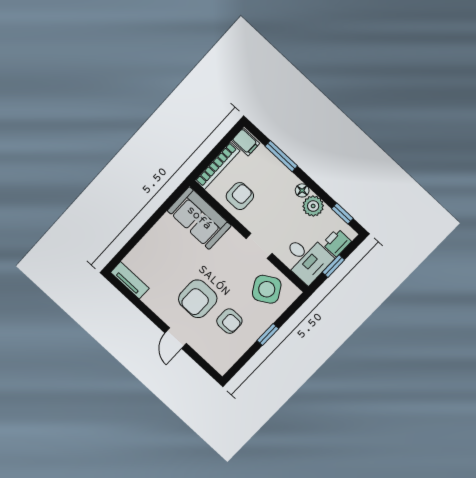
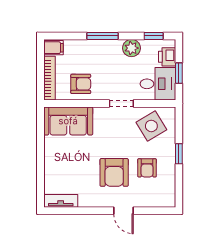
window: (281, 156) -> (102, 36), moved
floor lamp: (302, 190) -> (116, 45), removed
armchair: (240, 196) -> (81, 84), turned 90
armchair: (229, 321) -> (147, 168), turned 90

